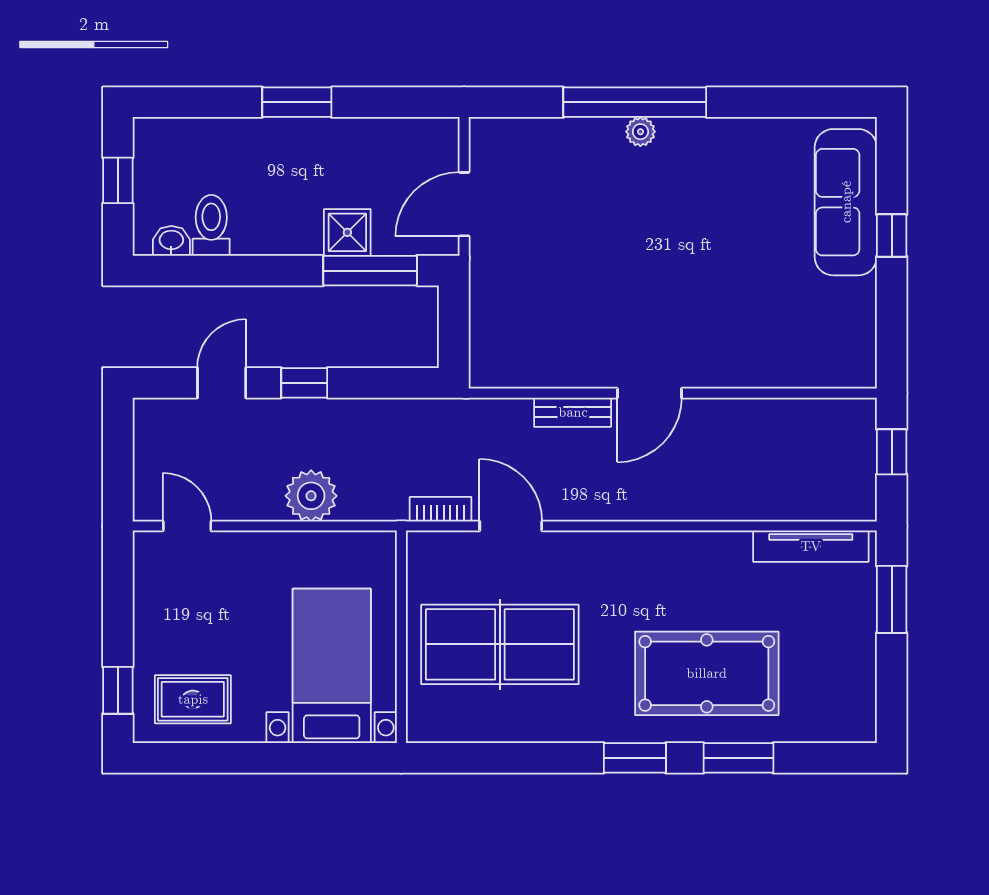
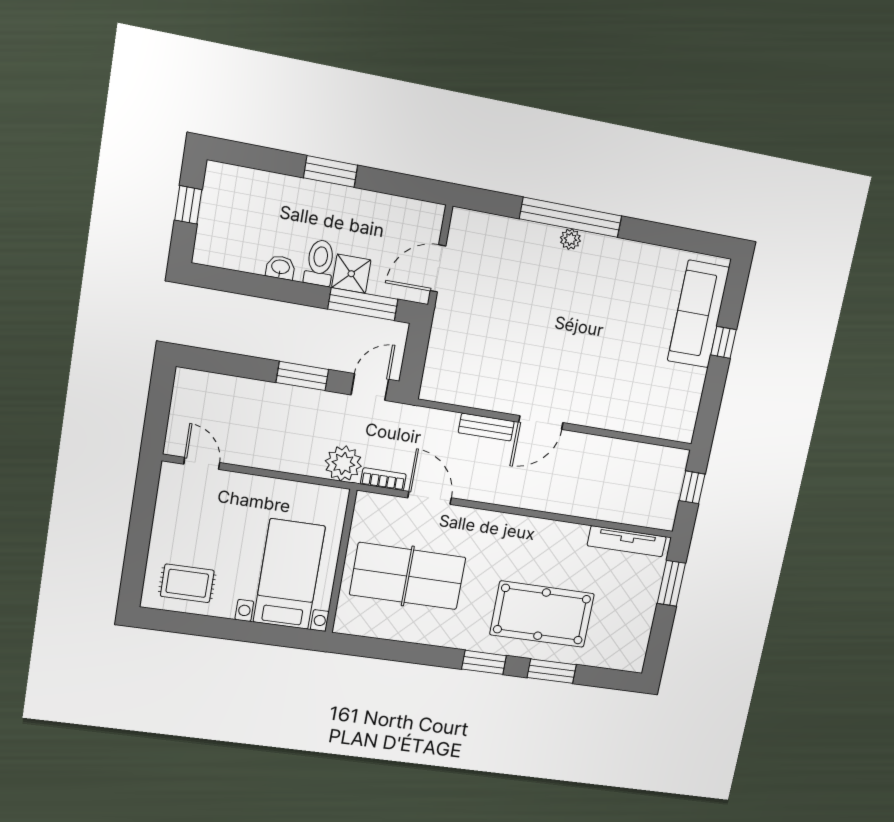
toilet: (211, 225) -> (320, 263), moved
washbasin: (171, 241) -> (280, 267), moved
door: (222, 383) -> (370, 387), moved
window: (304, 383) -> (302, 376), width x1.50
plant: (311, 496) -> (343, 464), moved
window: (118, 690) -> (134, 570), removed

